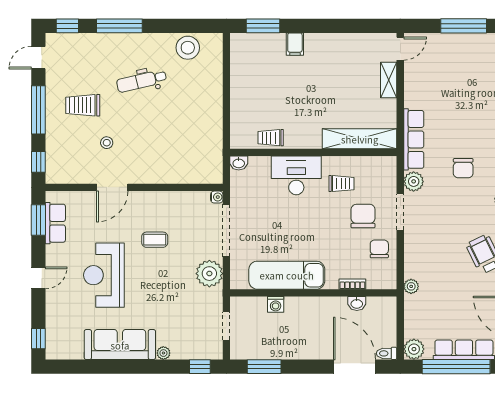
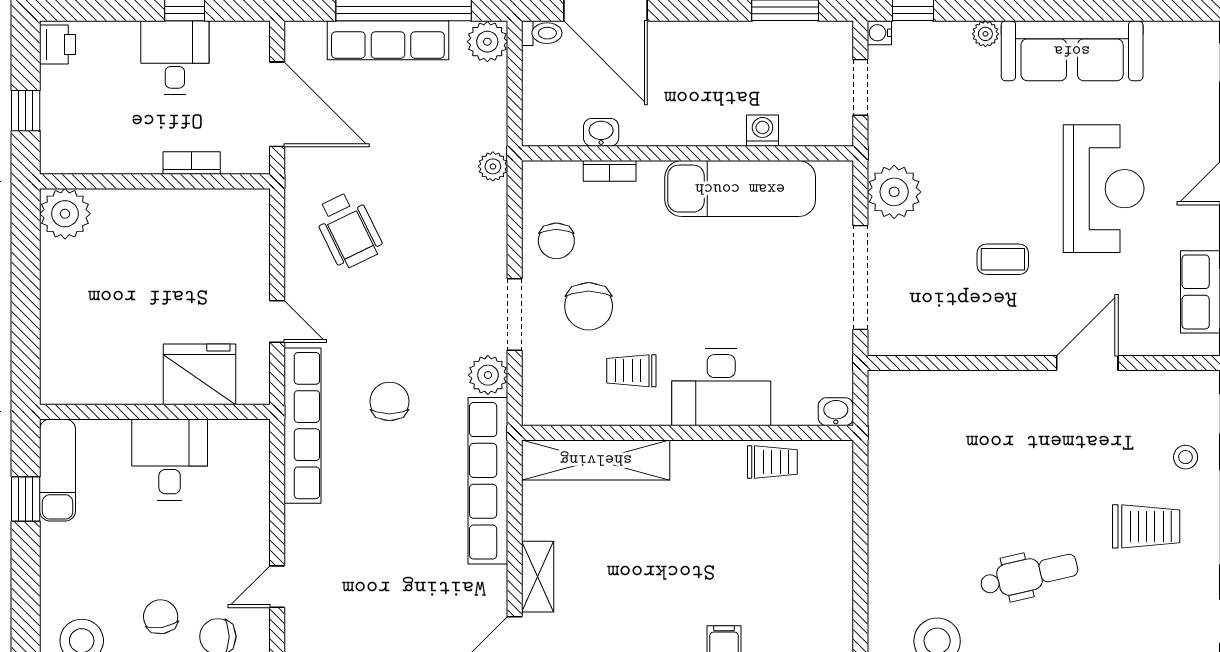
row of seats: (414, 139) -> (488, 481), width x1.36
stool: (107, 143) -> (1186, 457), moved
water cooler: (217, 197) -> (879, 33), moved

